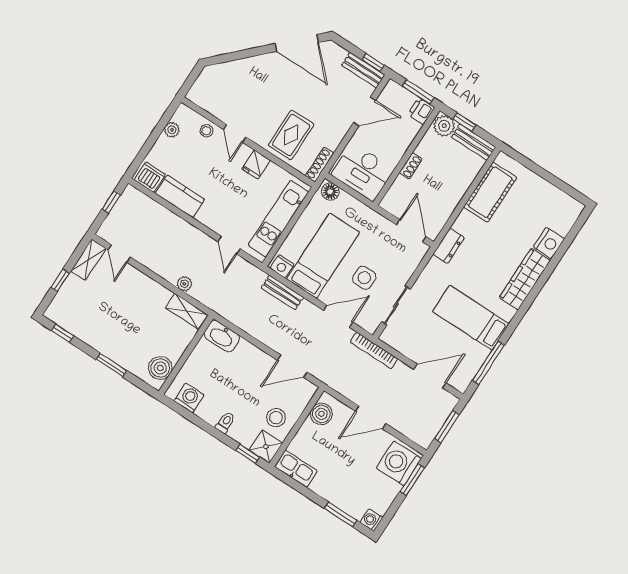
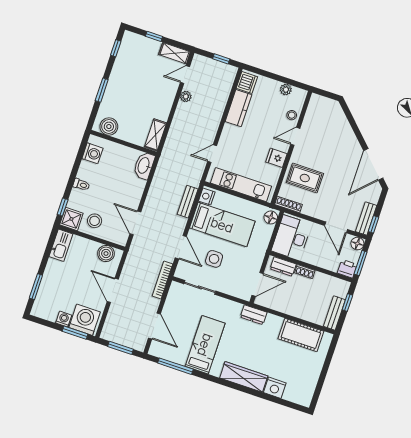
floor lamp: (392, 90) -> (357, 244), added
plant: (444, 126) -> (341, 288), removed
dresser: (397, 192) -> (283, 266), added
plant: (184, 284) -> (186, 96), moved
washing machine: (371, 520) -> (64, 319), moved

